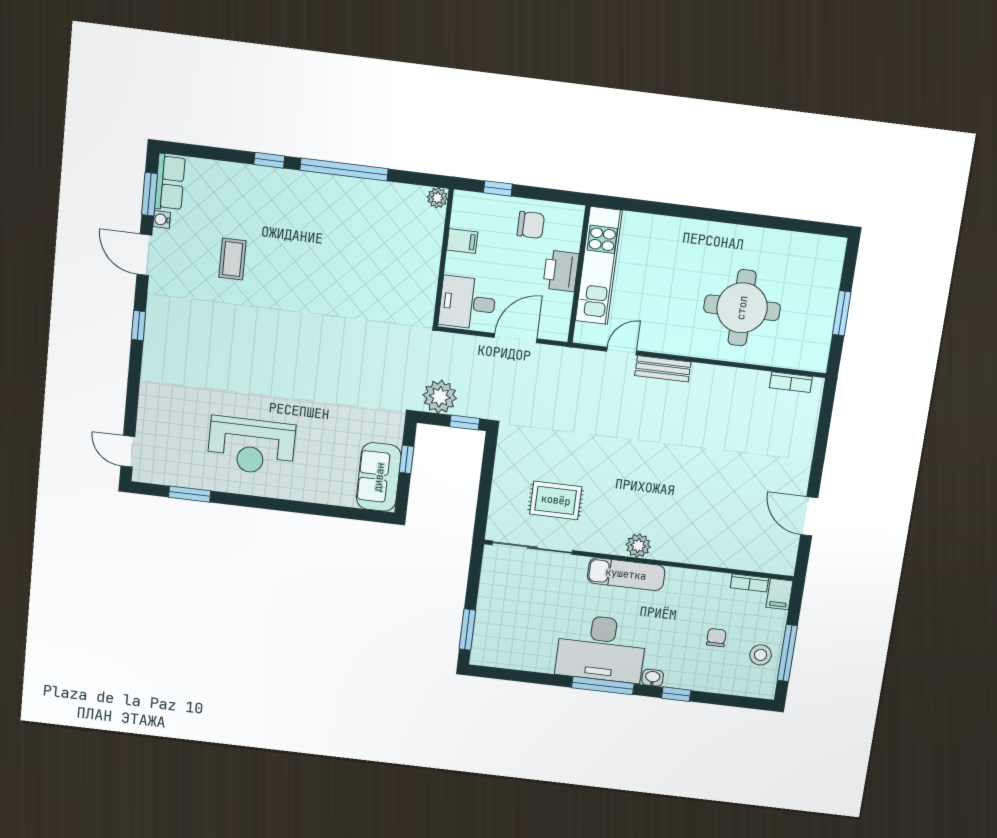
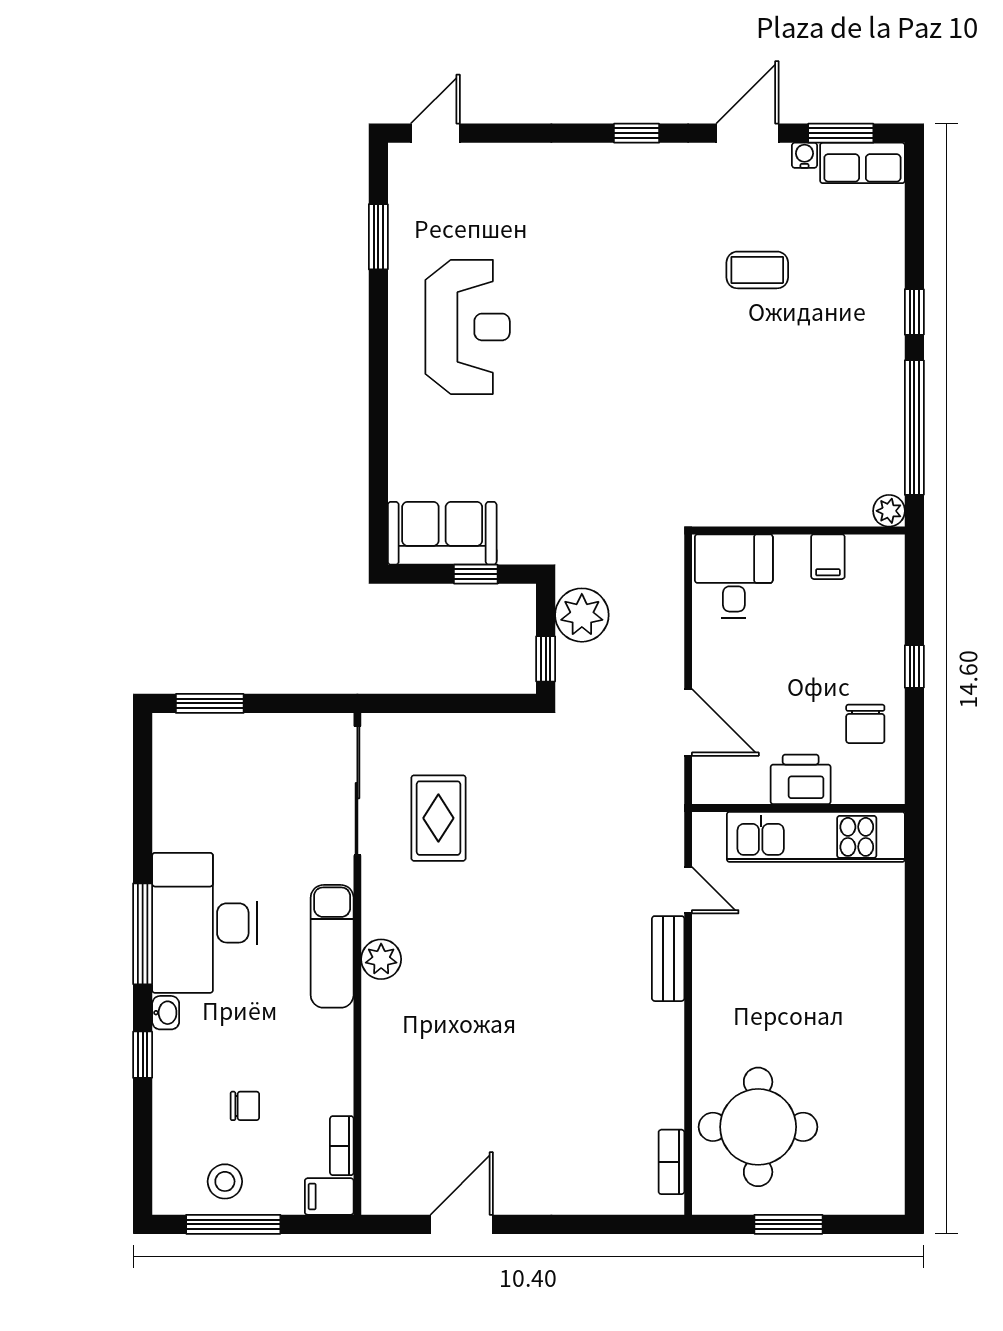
plant: (437, 198) -> (889, 511), moved
filing cabinet: (462, 241) -> (828, 557), moved
wall: (443, 258) -> (798, 530), moved
desk: (468, 303) -> (734, 576), moved
round table: (742, 308) -> (758, 1127), moved
reception desk: (251, 446) -> (468, 327), turned 180

